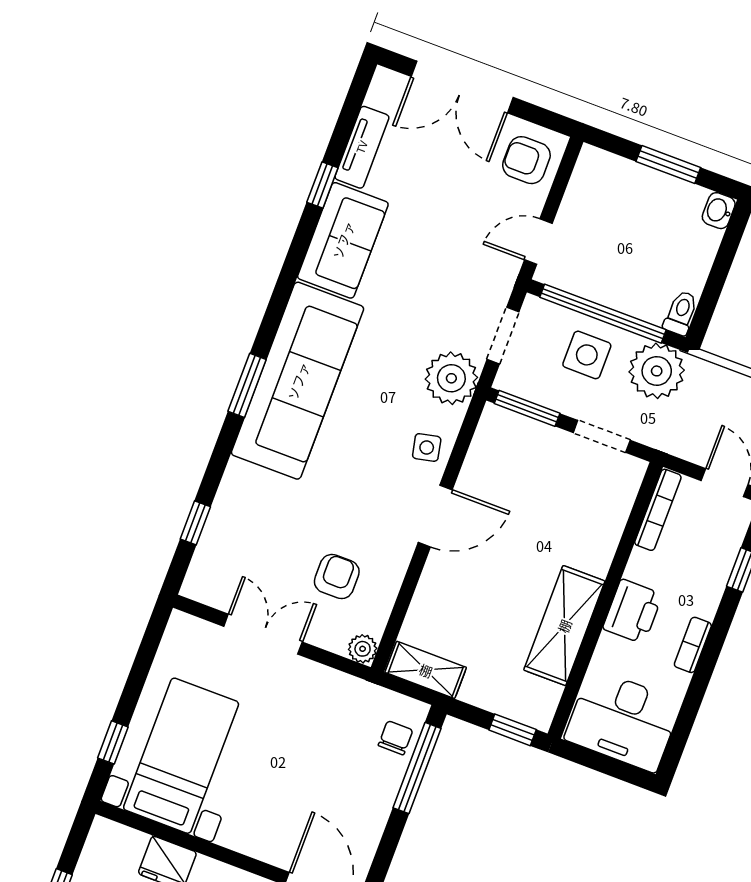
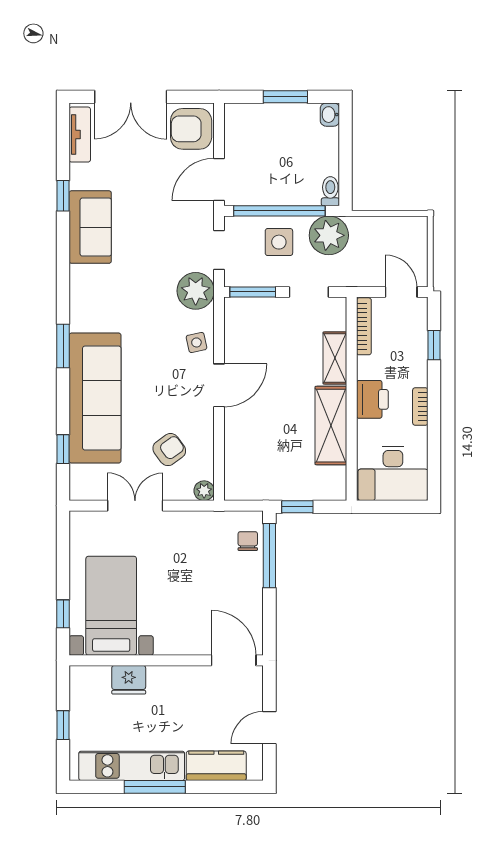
tv unit: (362, 147) -> (80, 135), moved
armchair: (526, 160) -> (191, 129), width x1.38, depth x1.38
door: (538, 242) -> (219, 180), width x1.38
sofa: (298, 381) -> (95, 398), moved
armchair: (337, 577) -> (169, 450), turned 54
shelving: (426, 670) -> (335, 358), moved, turned 90
window: (513, 730) -> (297, 507), moved

